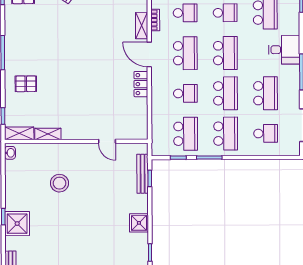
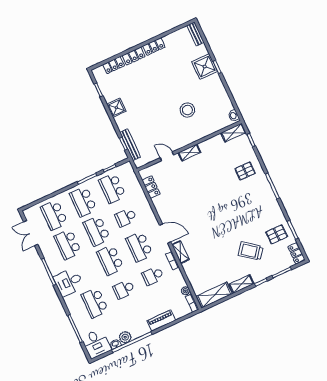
locker: (141, 84) -> (151, 187), moved
school desk: (266, 133) -> (54, 215), width x1.85
shelving: (48, 134) -> (189, 153), moved

